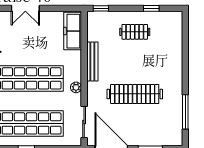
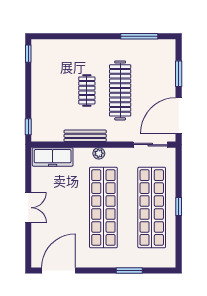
window: (151, 8) -> (28, 54), moved
clothes rail: (135, 32) -> (87, 90), moved
plant: (76, 87) -> (99, 153), moved

